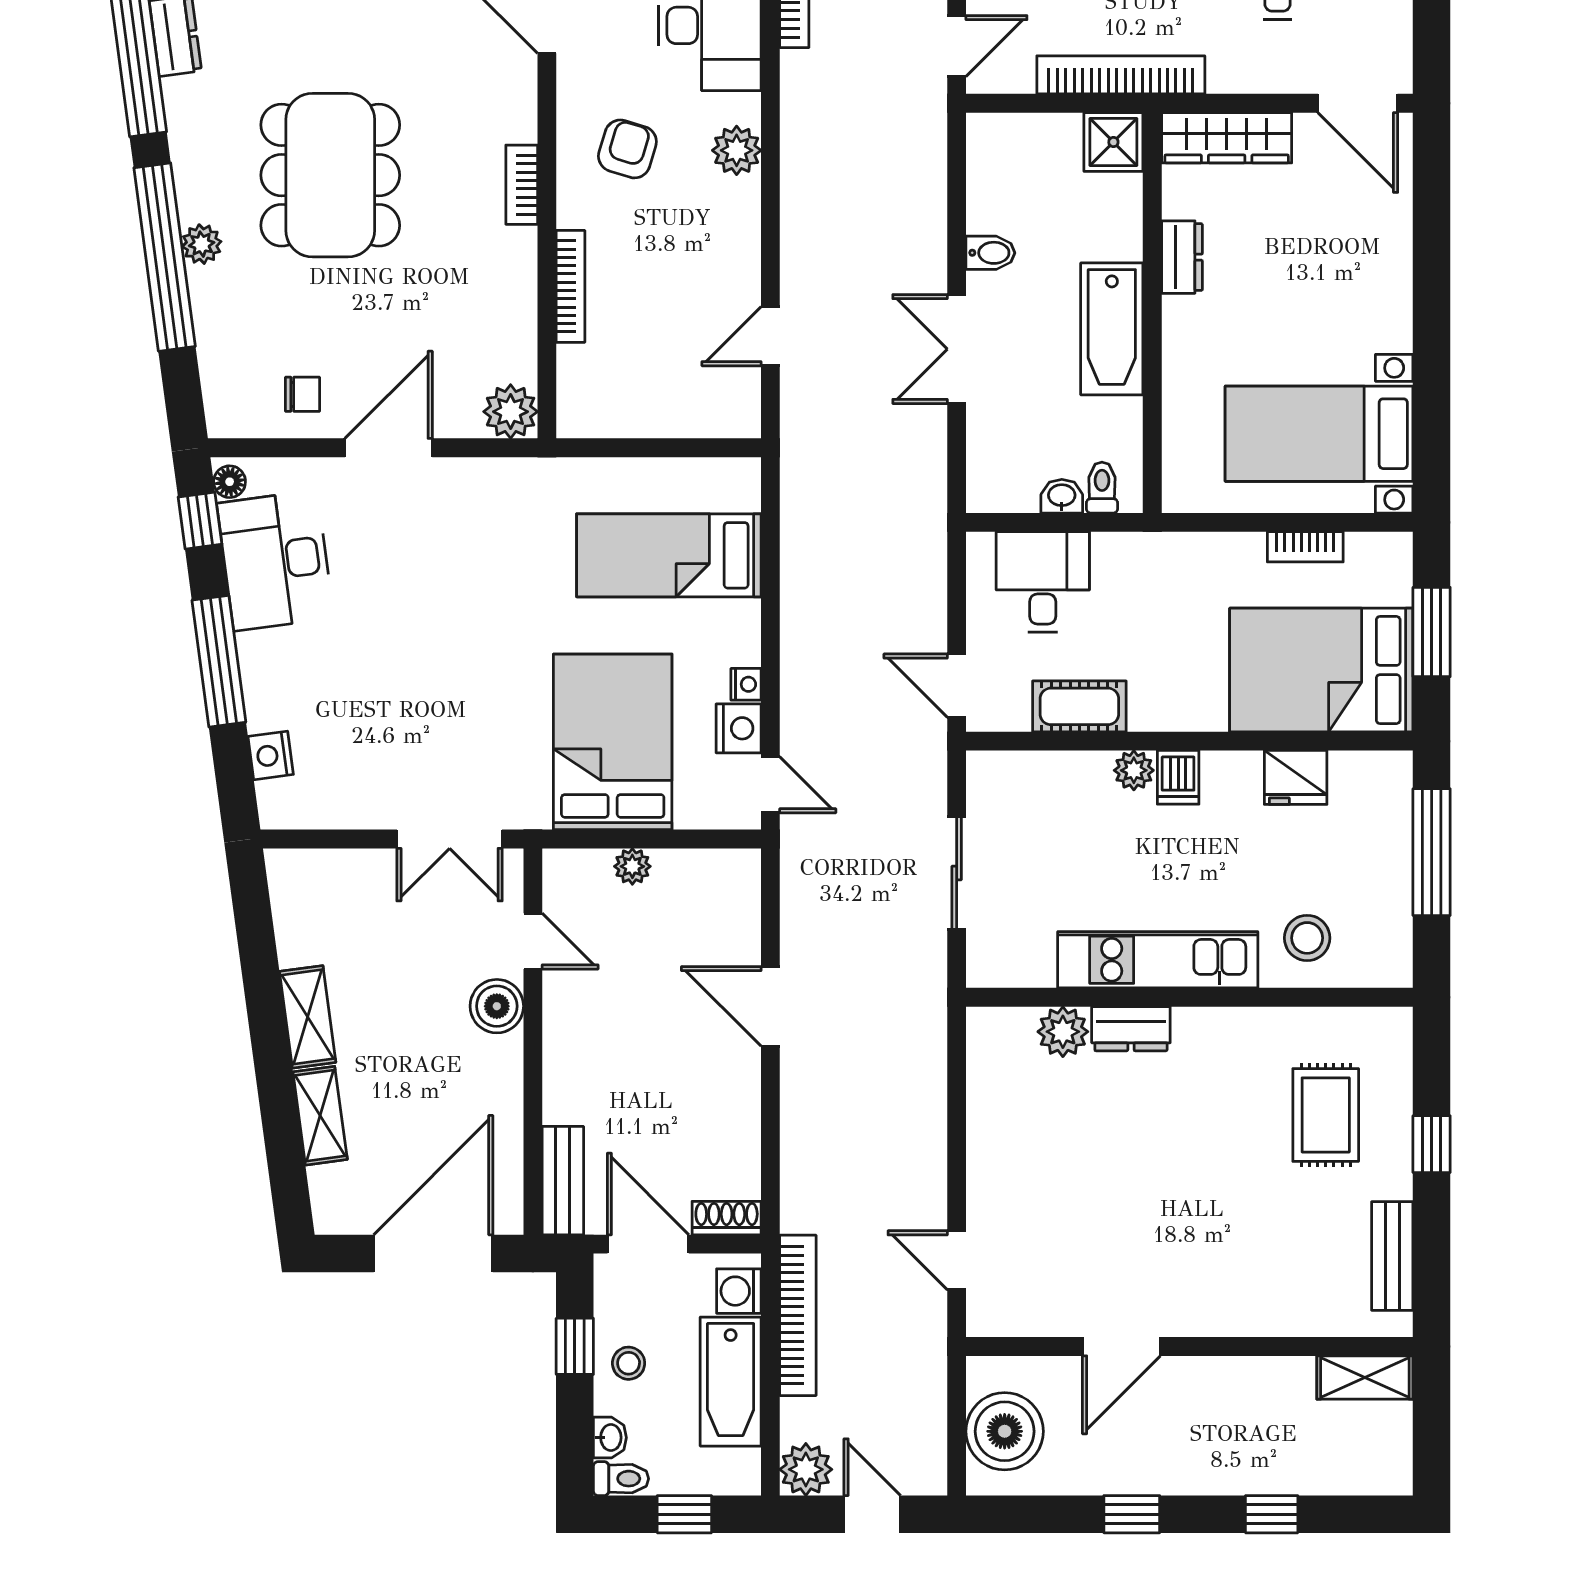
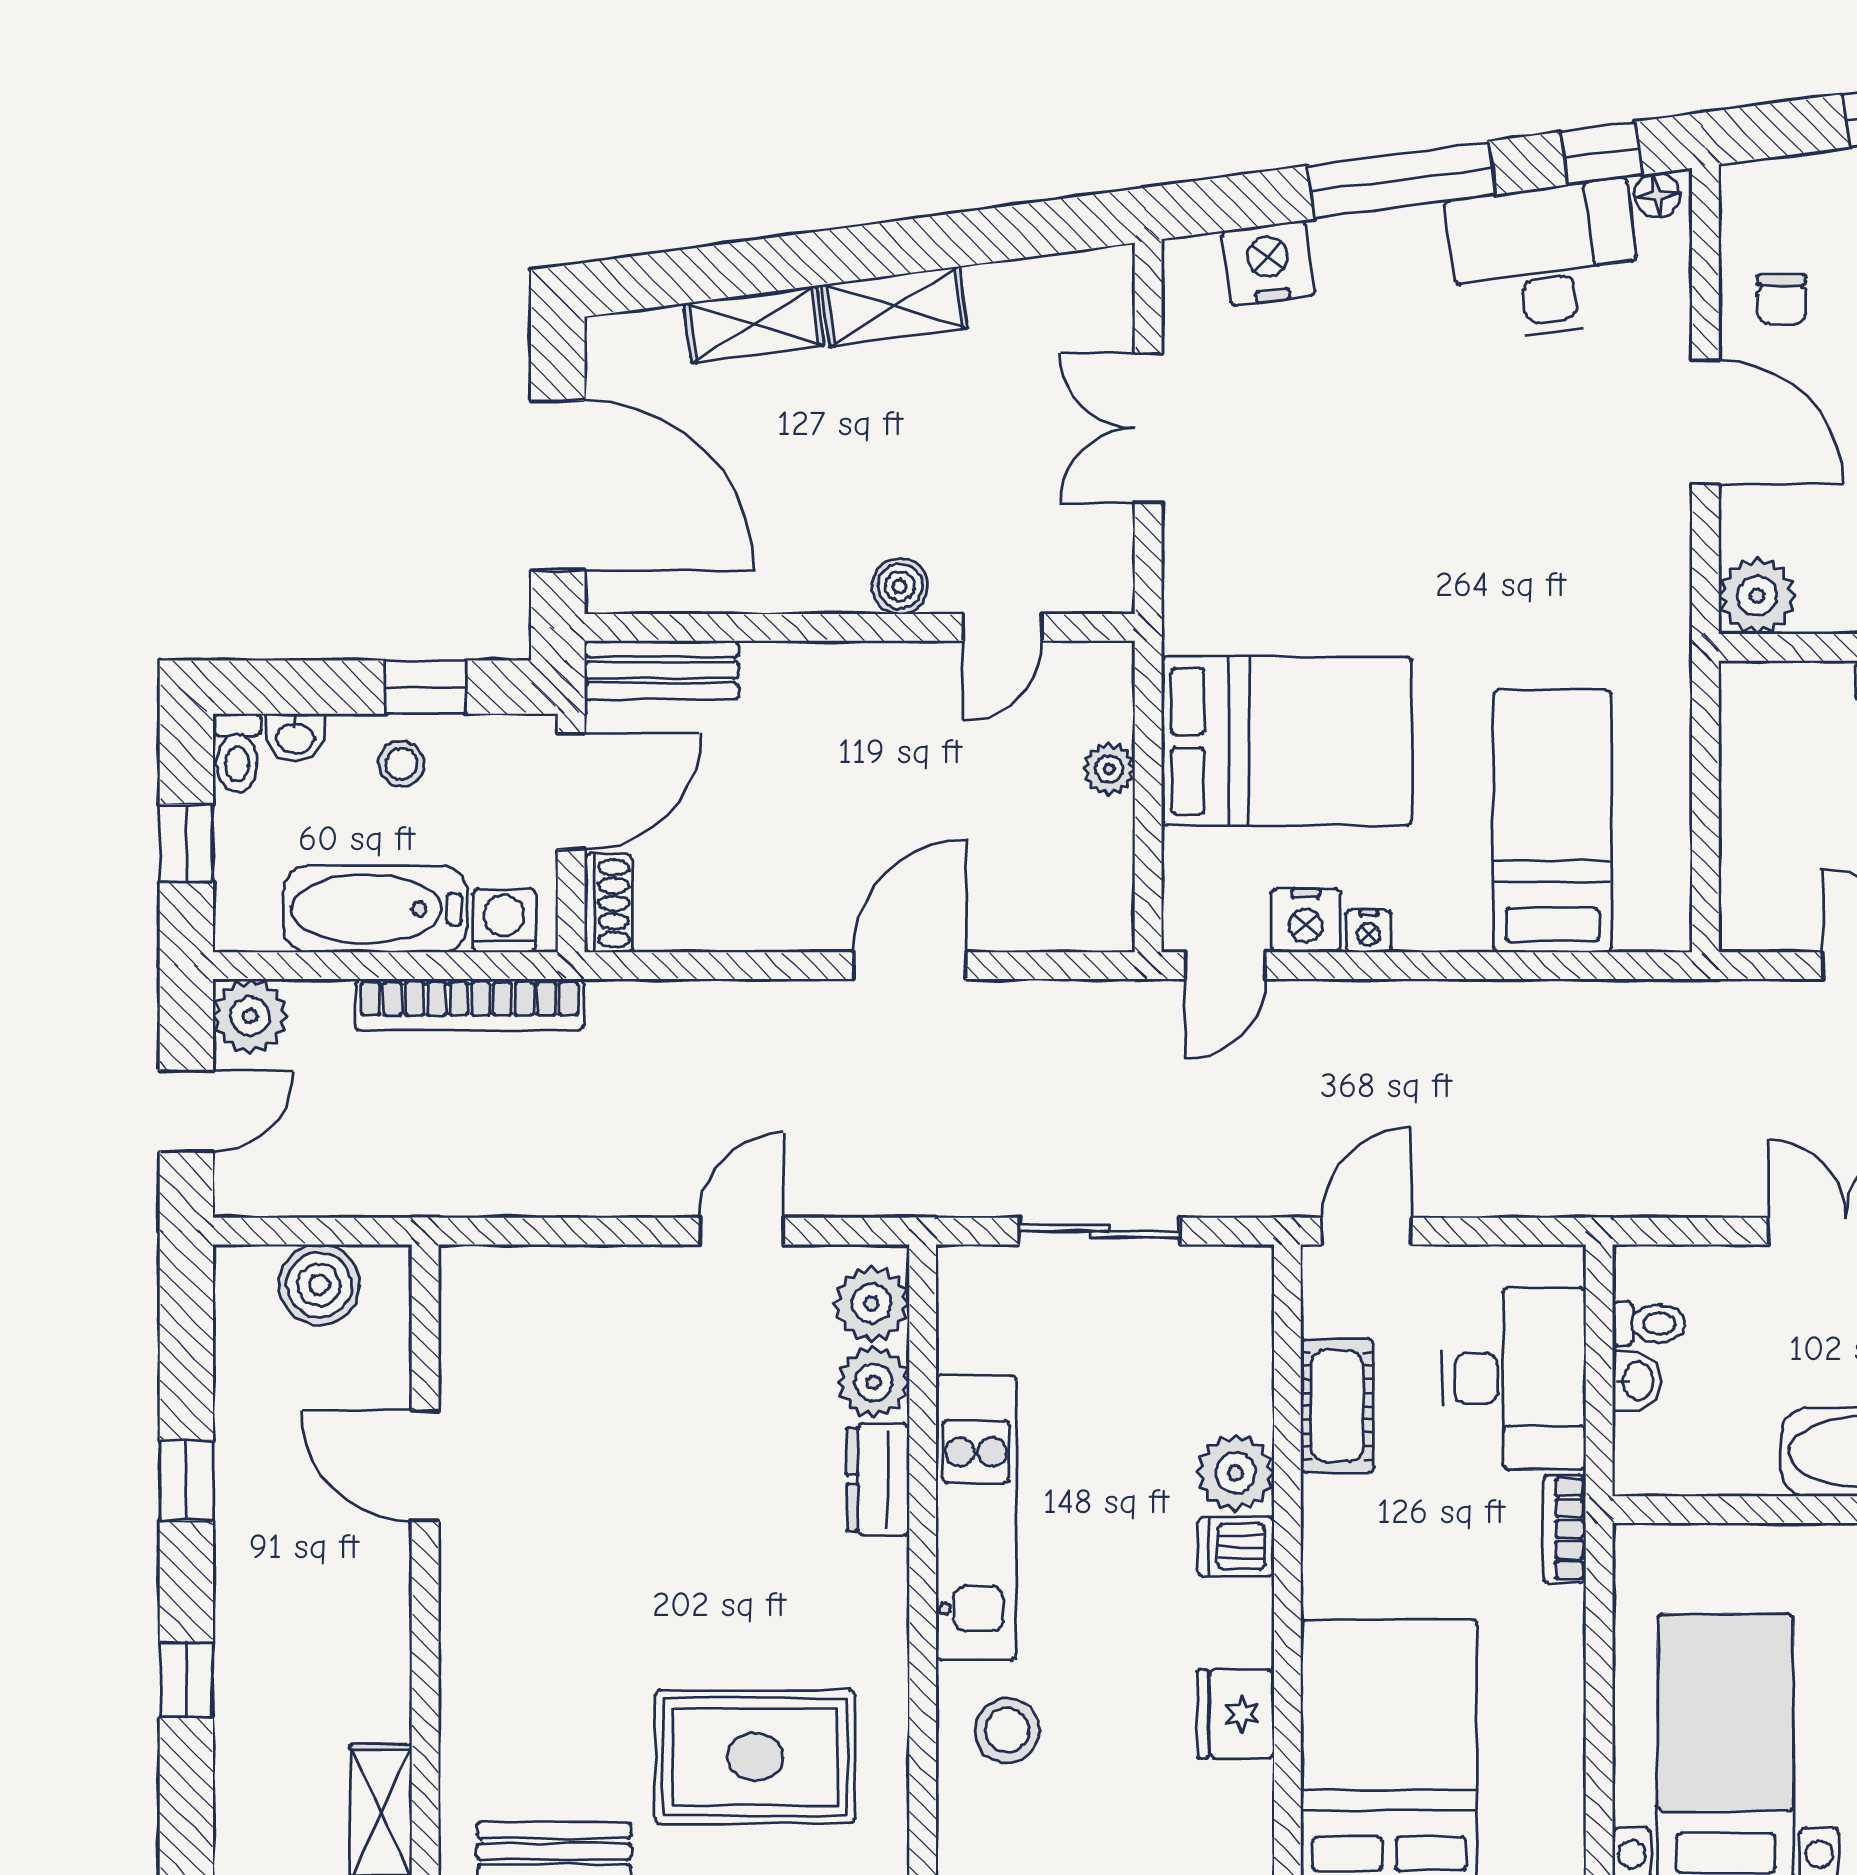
toilet: (1102, 488) -> (1649, 1324), moved
bookcase: (1305, 547) -> (1564, 1529), moved
desk: (1043, 582) -> (1514, 1378), width x1.37
nightstand: (271, 755) -> (1268, 263), width x1.36, depth x1.33
plant: (1134, 770) -> (1235, 1473), width x1.38, depth x1.38
double door: (450, 839) -> (1148, 428), moved
boiler: (497, 1006) -> (900, 586), width x0.73, depth x0.73
plant: (1008, 1033) -> (872, 1304), added
rug: (1326, 1115) -> (755, 1757), width x1.36, depth x1.43
door: (957, 1260) -> (741, 1231), moved
boiler: (1005, 1431) -> (319, 1285), width x0.73, depth x0.73

